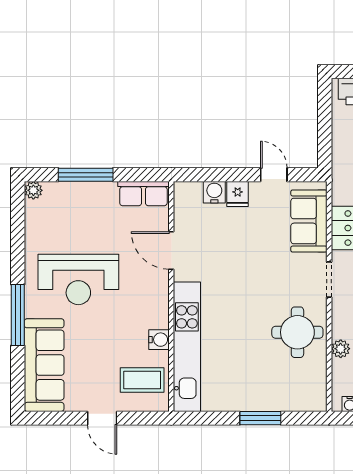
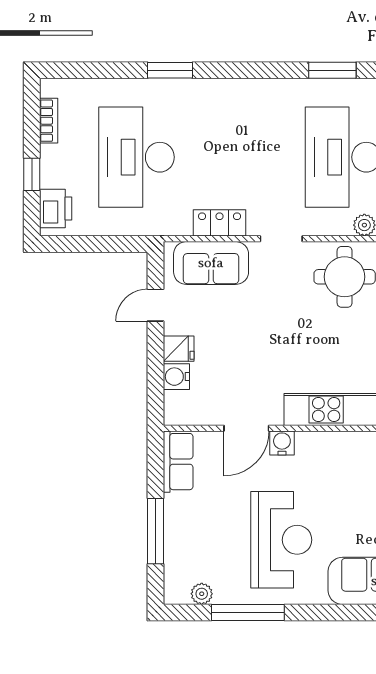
plant: (33, 190) -> (202, 594), moved
window: (18, 315) -> (248, 612), moved
water cooler: (159, 340) -> (282, 443), moved

